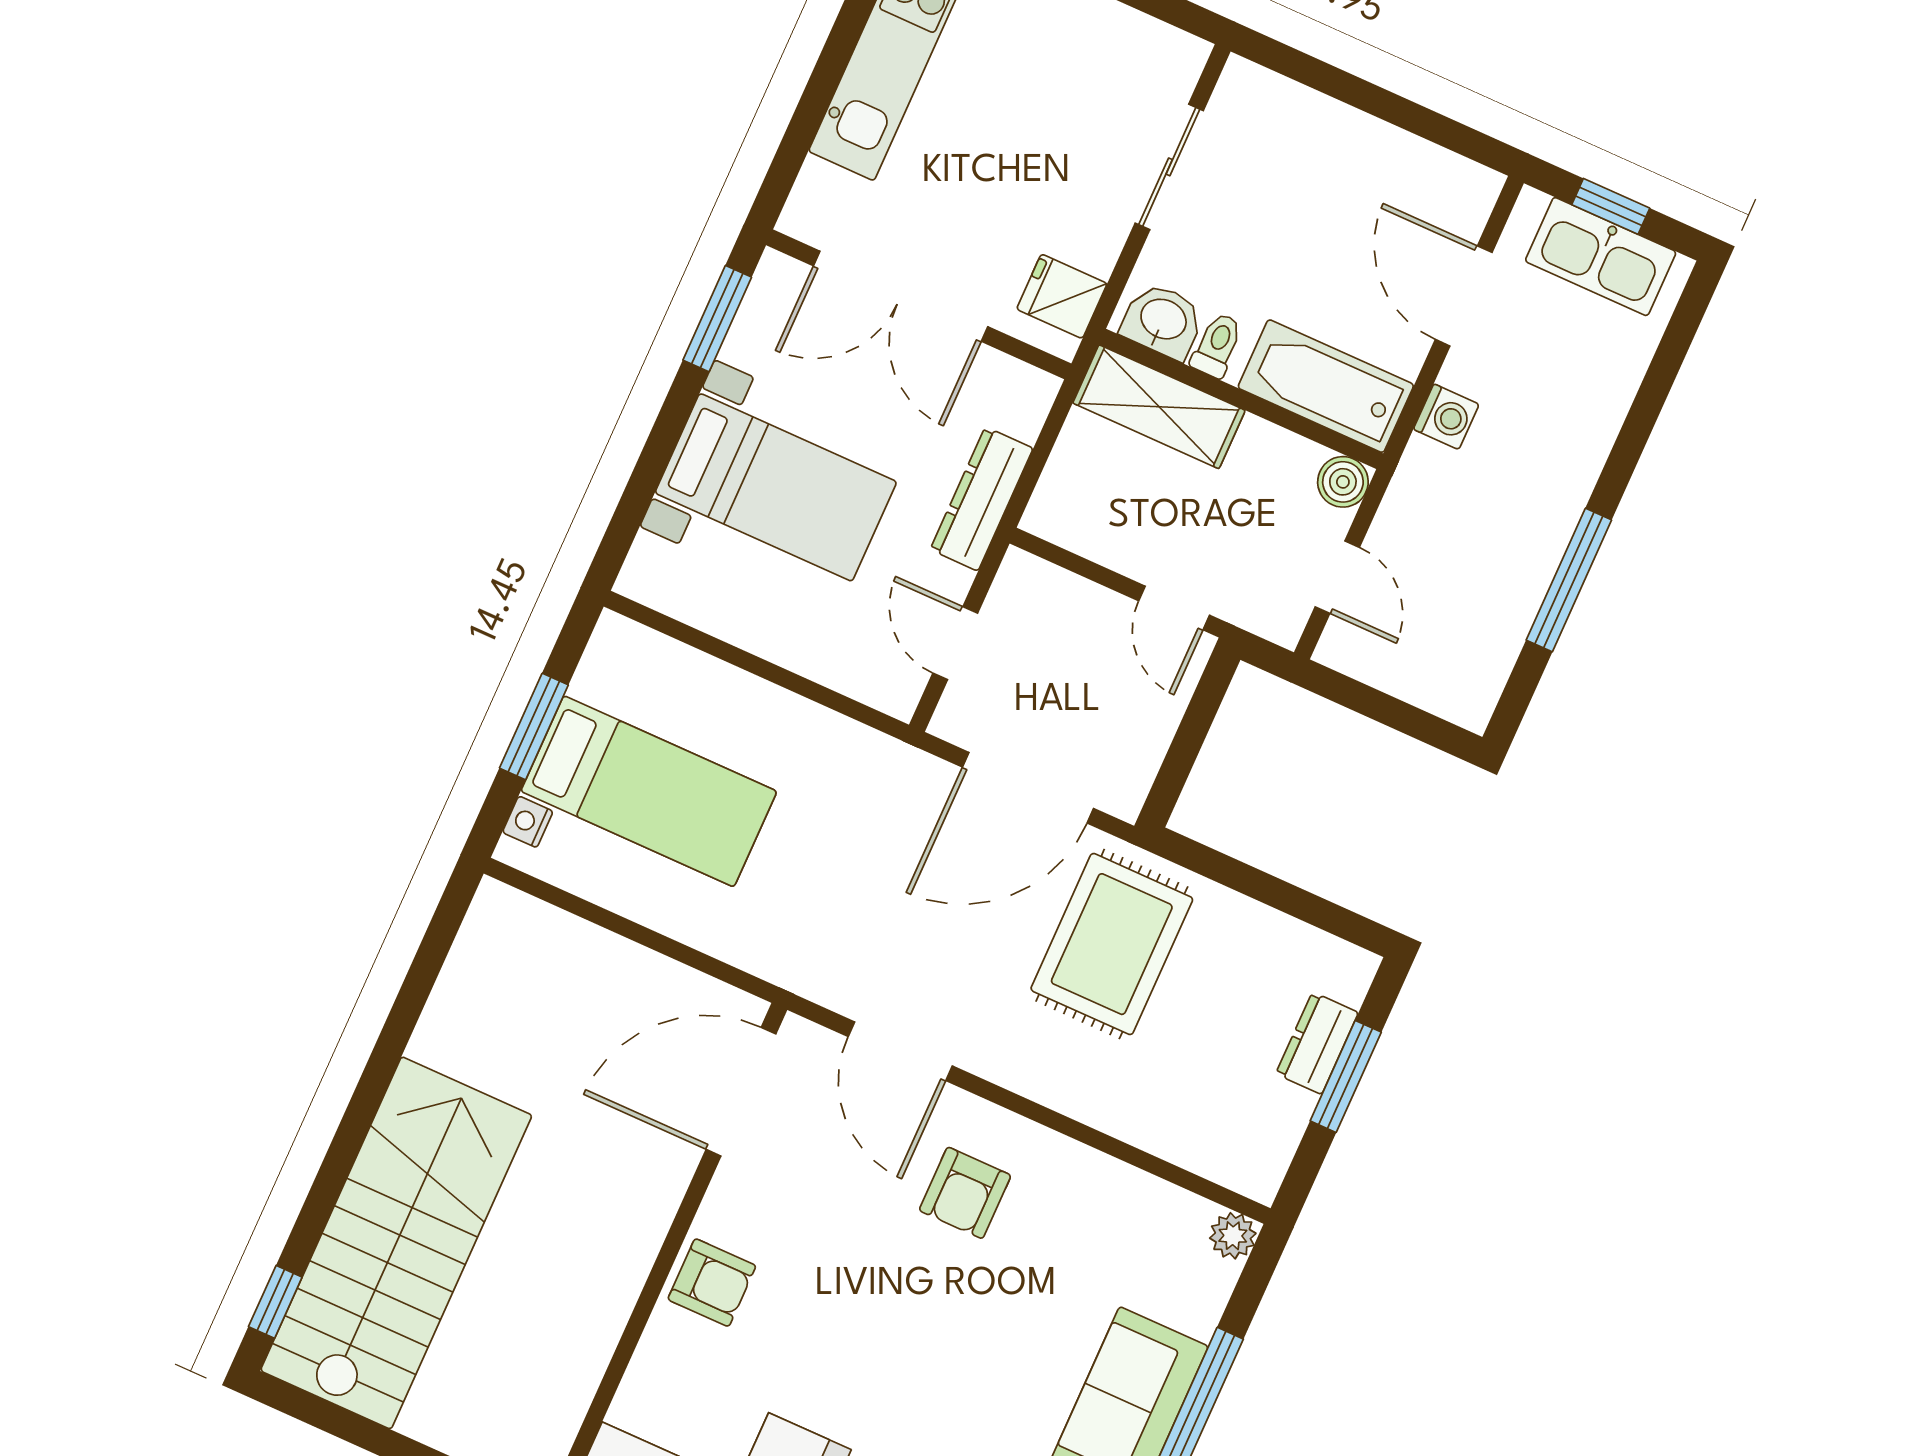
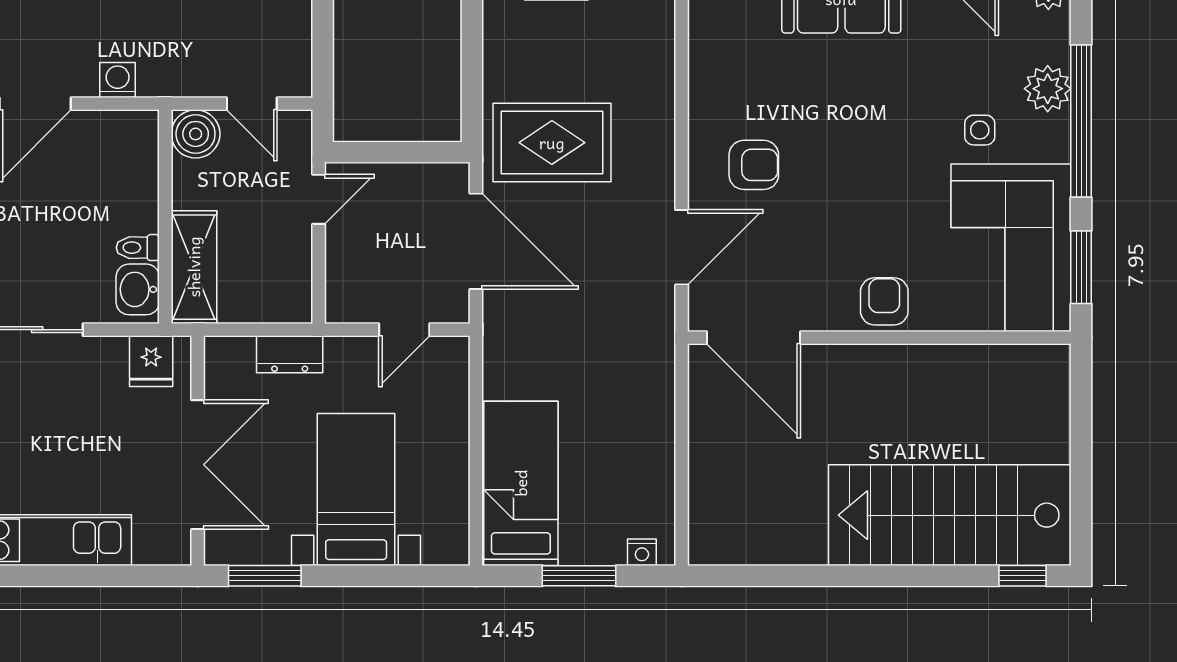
bathtub: (1326, 386) -> (133, 166), removed
boiler: (1343, 482) -> (196, 134), width x1.36, depth x1.36
dresser: (982, 499) -> (290, 354), width x0.70
door: (1337, 577) -> (252, 104), swing flipped
bed: (649, 791) -> (521, 483), moved

